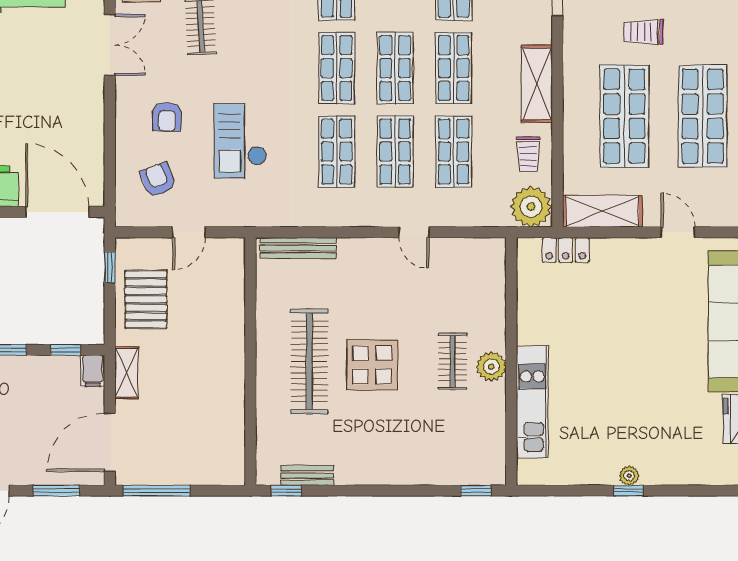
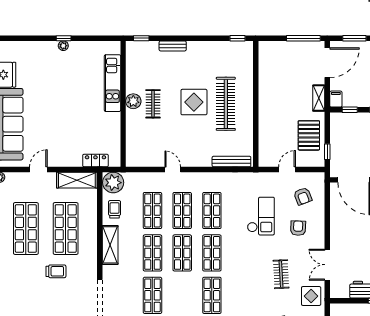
door: (678, 232) -> (38, 169), swing flipped
bench: (307, 475) -> (173, 46), moved

